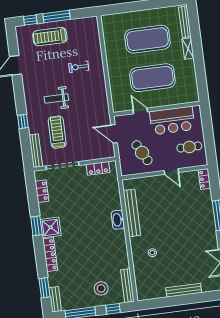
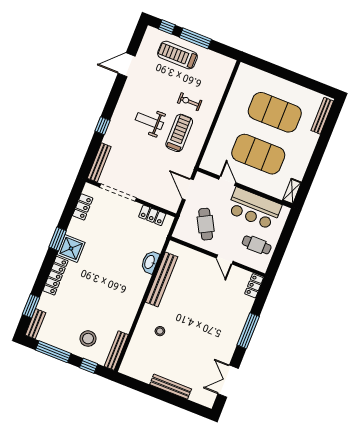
shelving: (188, 49) -> (292, 191), moved
treadmill: (57, 132) -> (179, 133), moved
washbasin: (118, 220) -> (150, 262), moved

